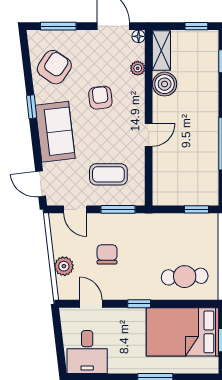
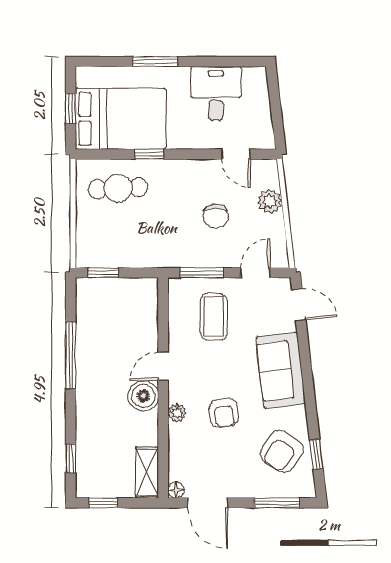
plant: (138, 68) -> (177, 413), moved
boiler: (165, 84) -> (143, 396), moved
window: (32, 107) -> (316, 454), moved
coffee table: (108, 174) -> (214, 317), turned 90
door: (75, 209) -> (255, 273), hinge flipped
window: (139, 304) -> (149, 154), moved
desk: (87, 352) -> (216, 93), moved

